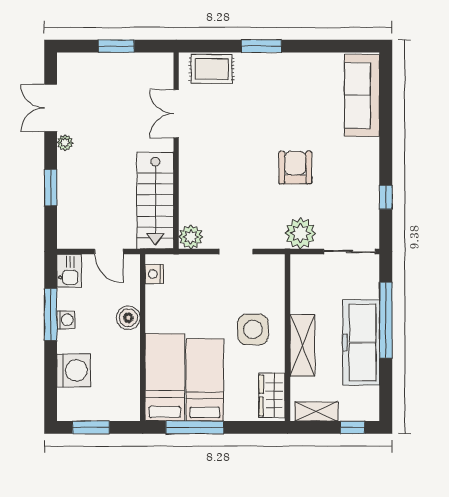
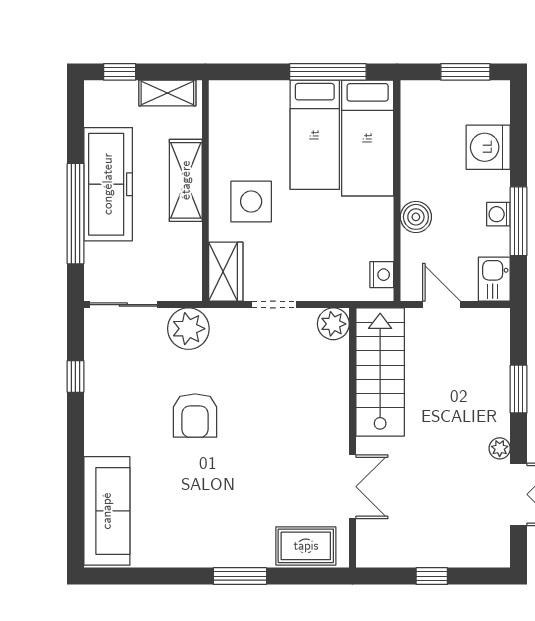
window: (116, 46) -> (432, 576), width x0.67
wardrobe: (272, 395) -> (226, 272), moved

